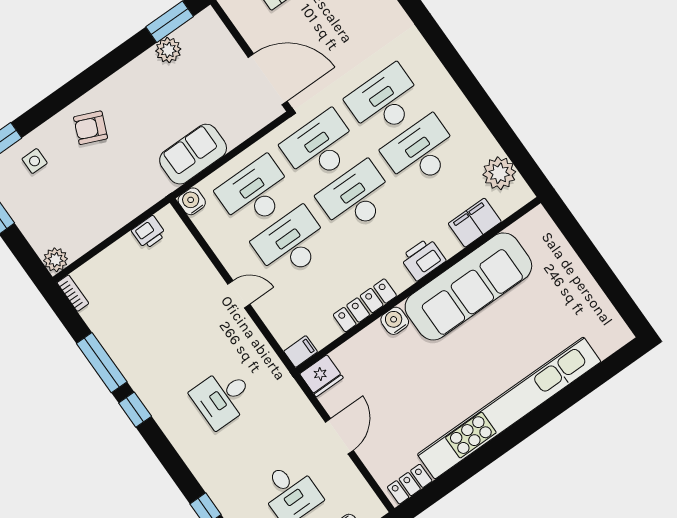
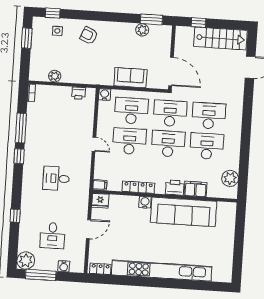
sofa: (193, 154) -> (130, 78), moved
filing cabinet: (475, 223) -> (195, 189), moved
plant: (56, 260) -> (55, 76), moved

